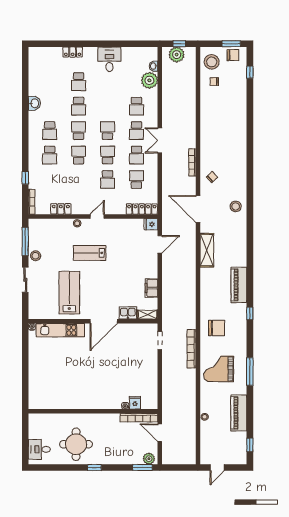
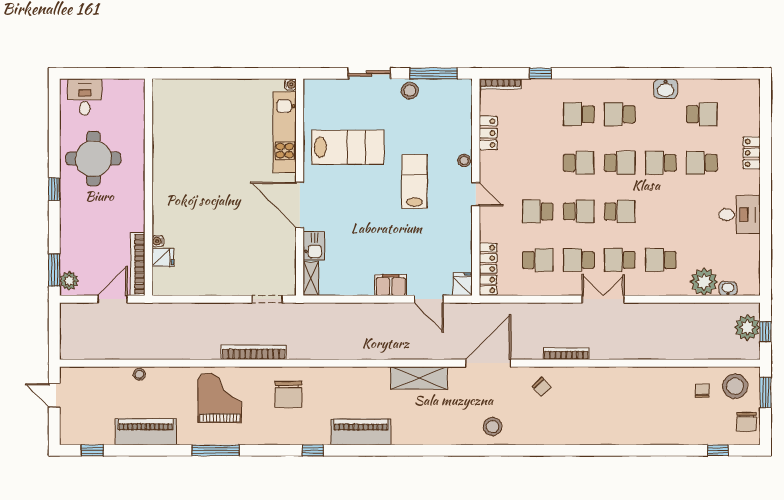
window: (231, 44) -> (766, 393), moved
school desk: (50, 82) -> (702, 114), added
filing cabinet: (151, 288) -> (391, 285), moved

